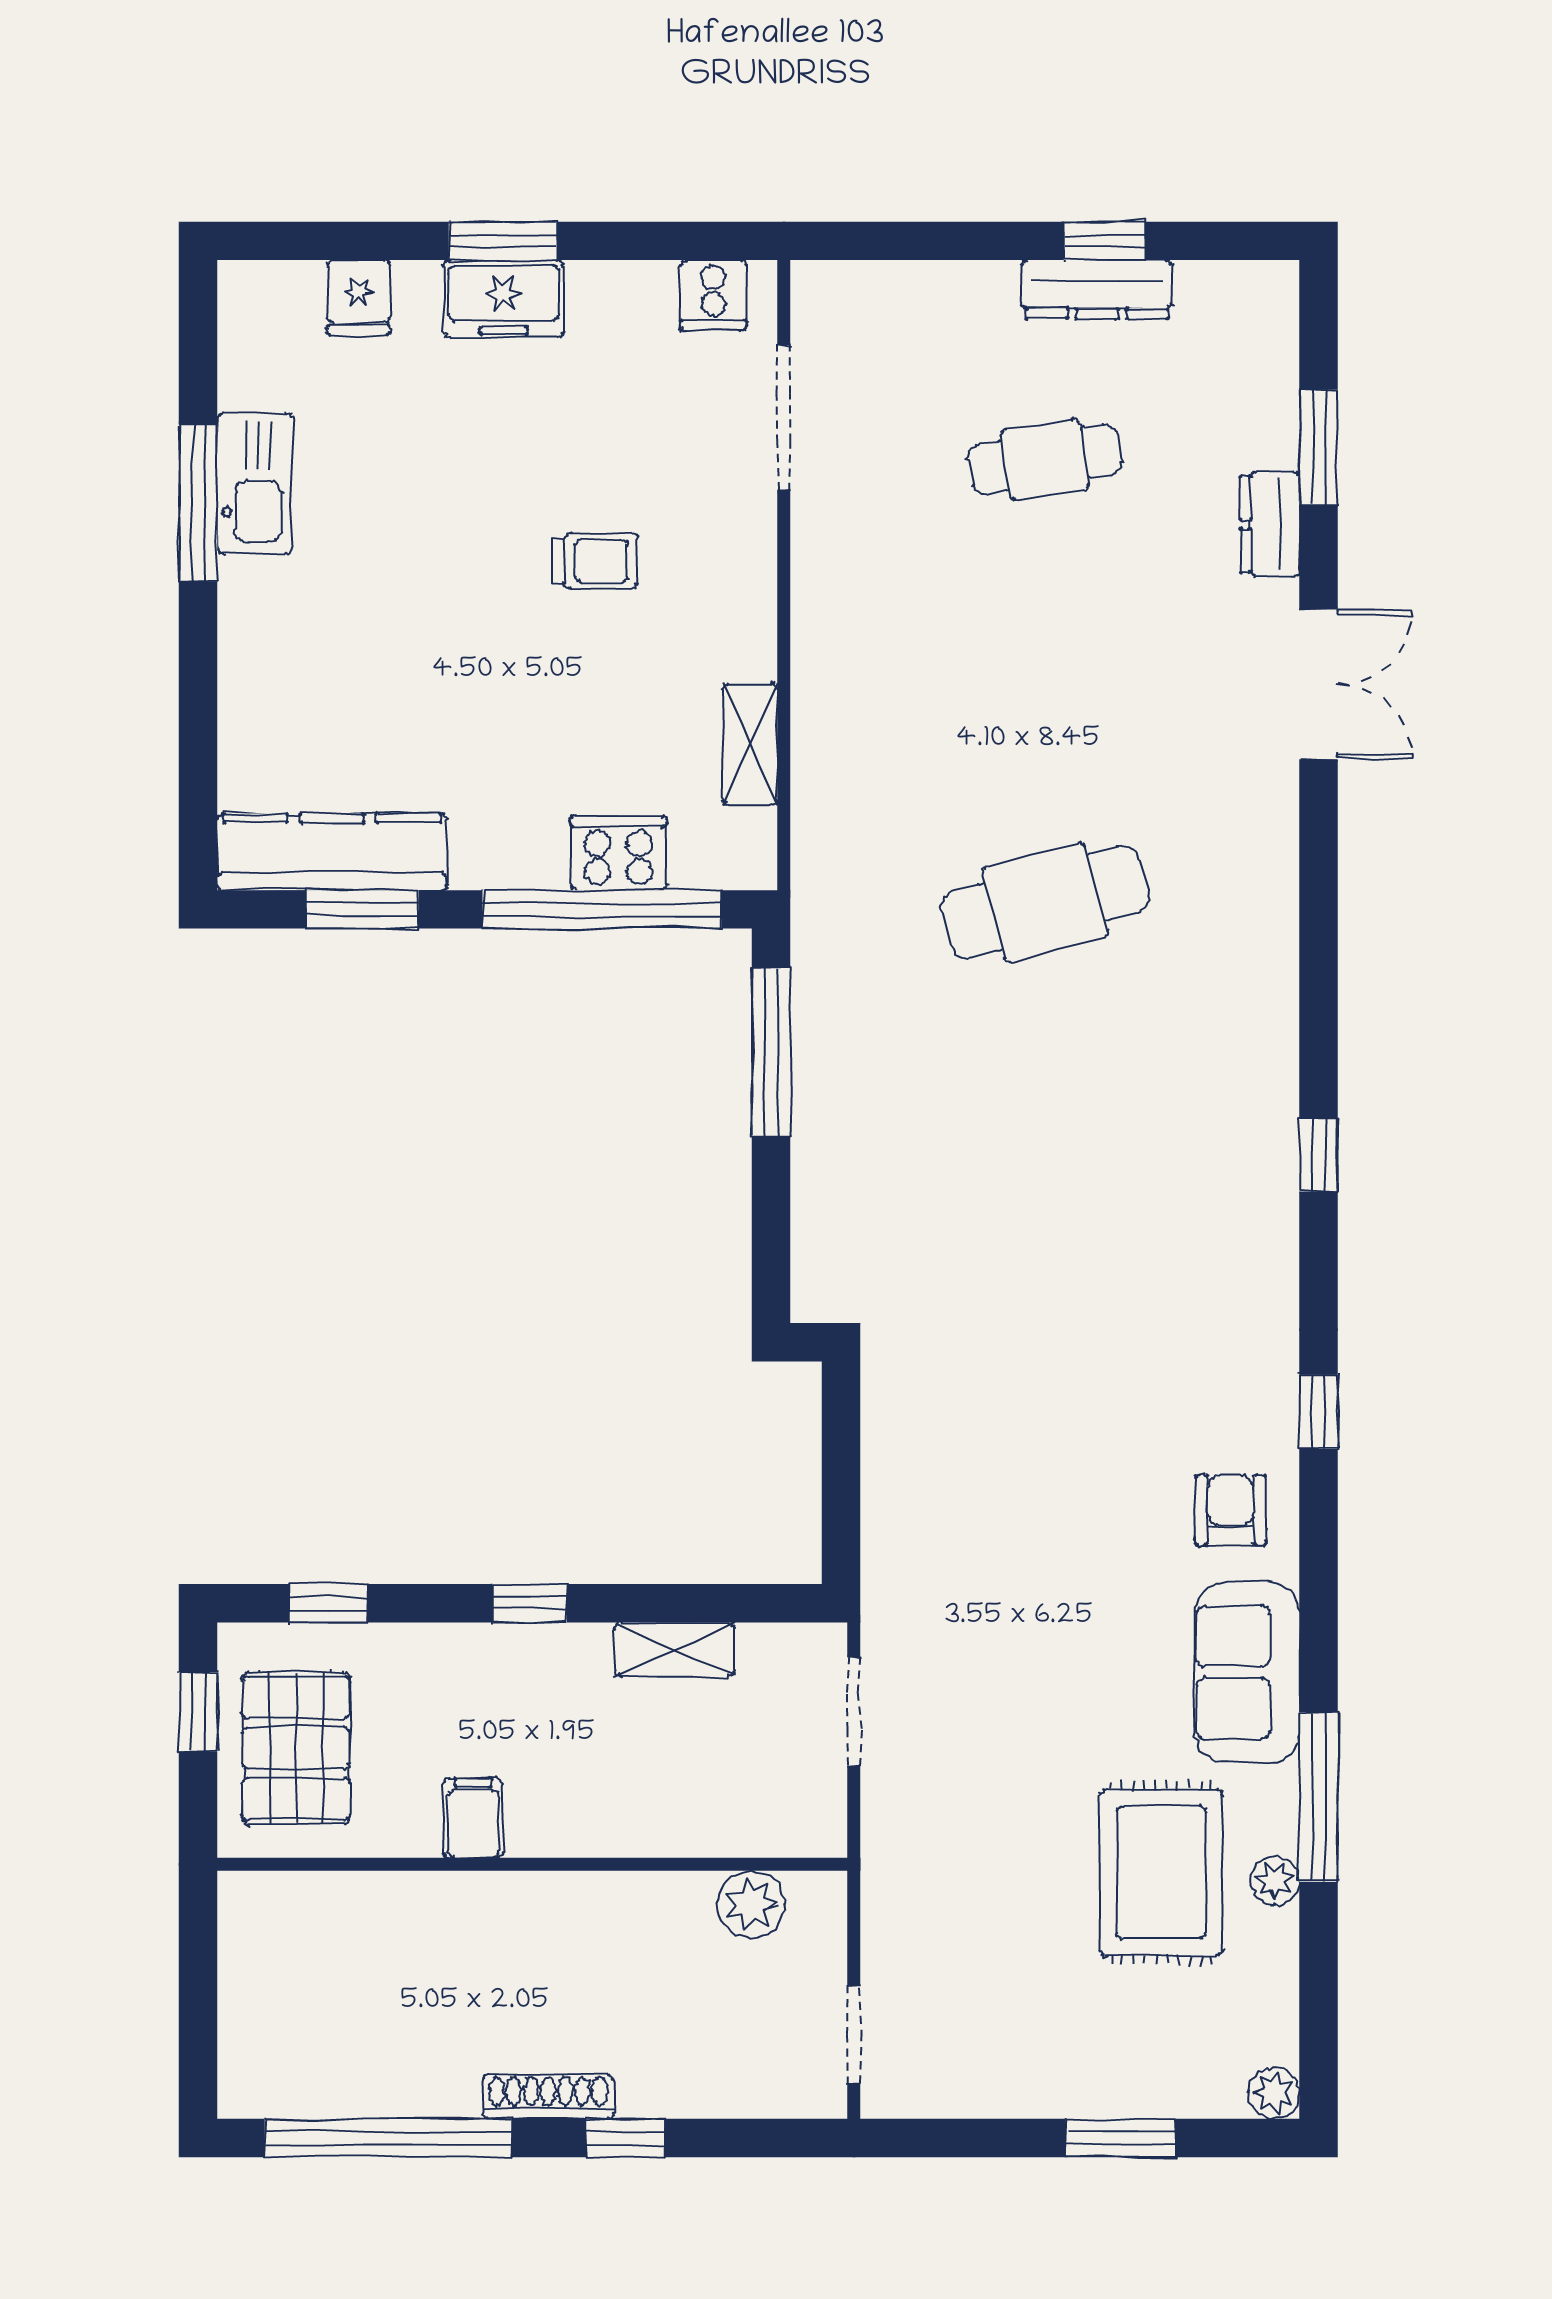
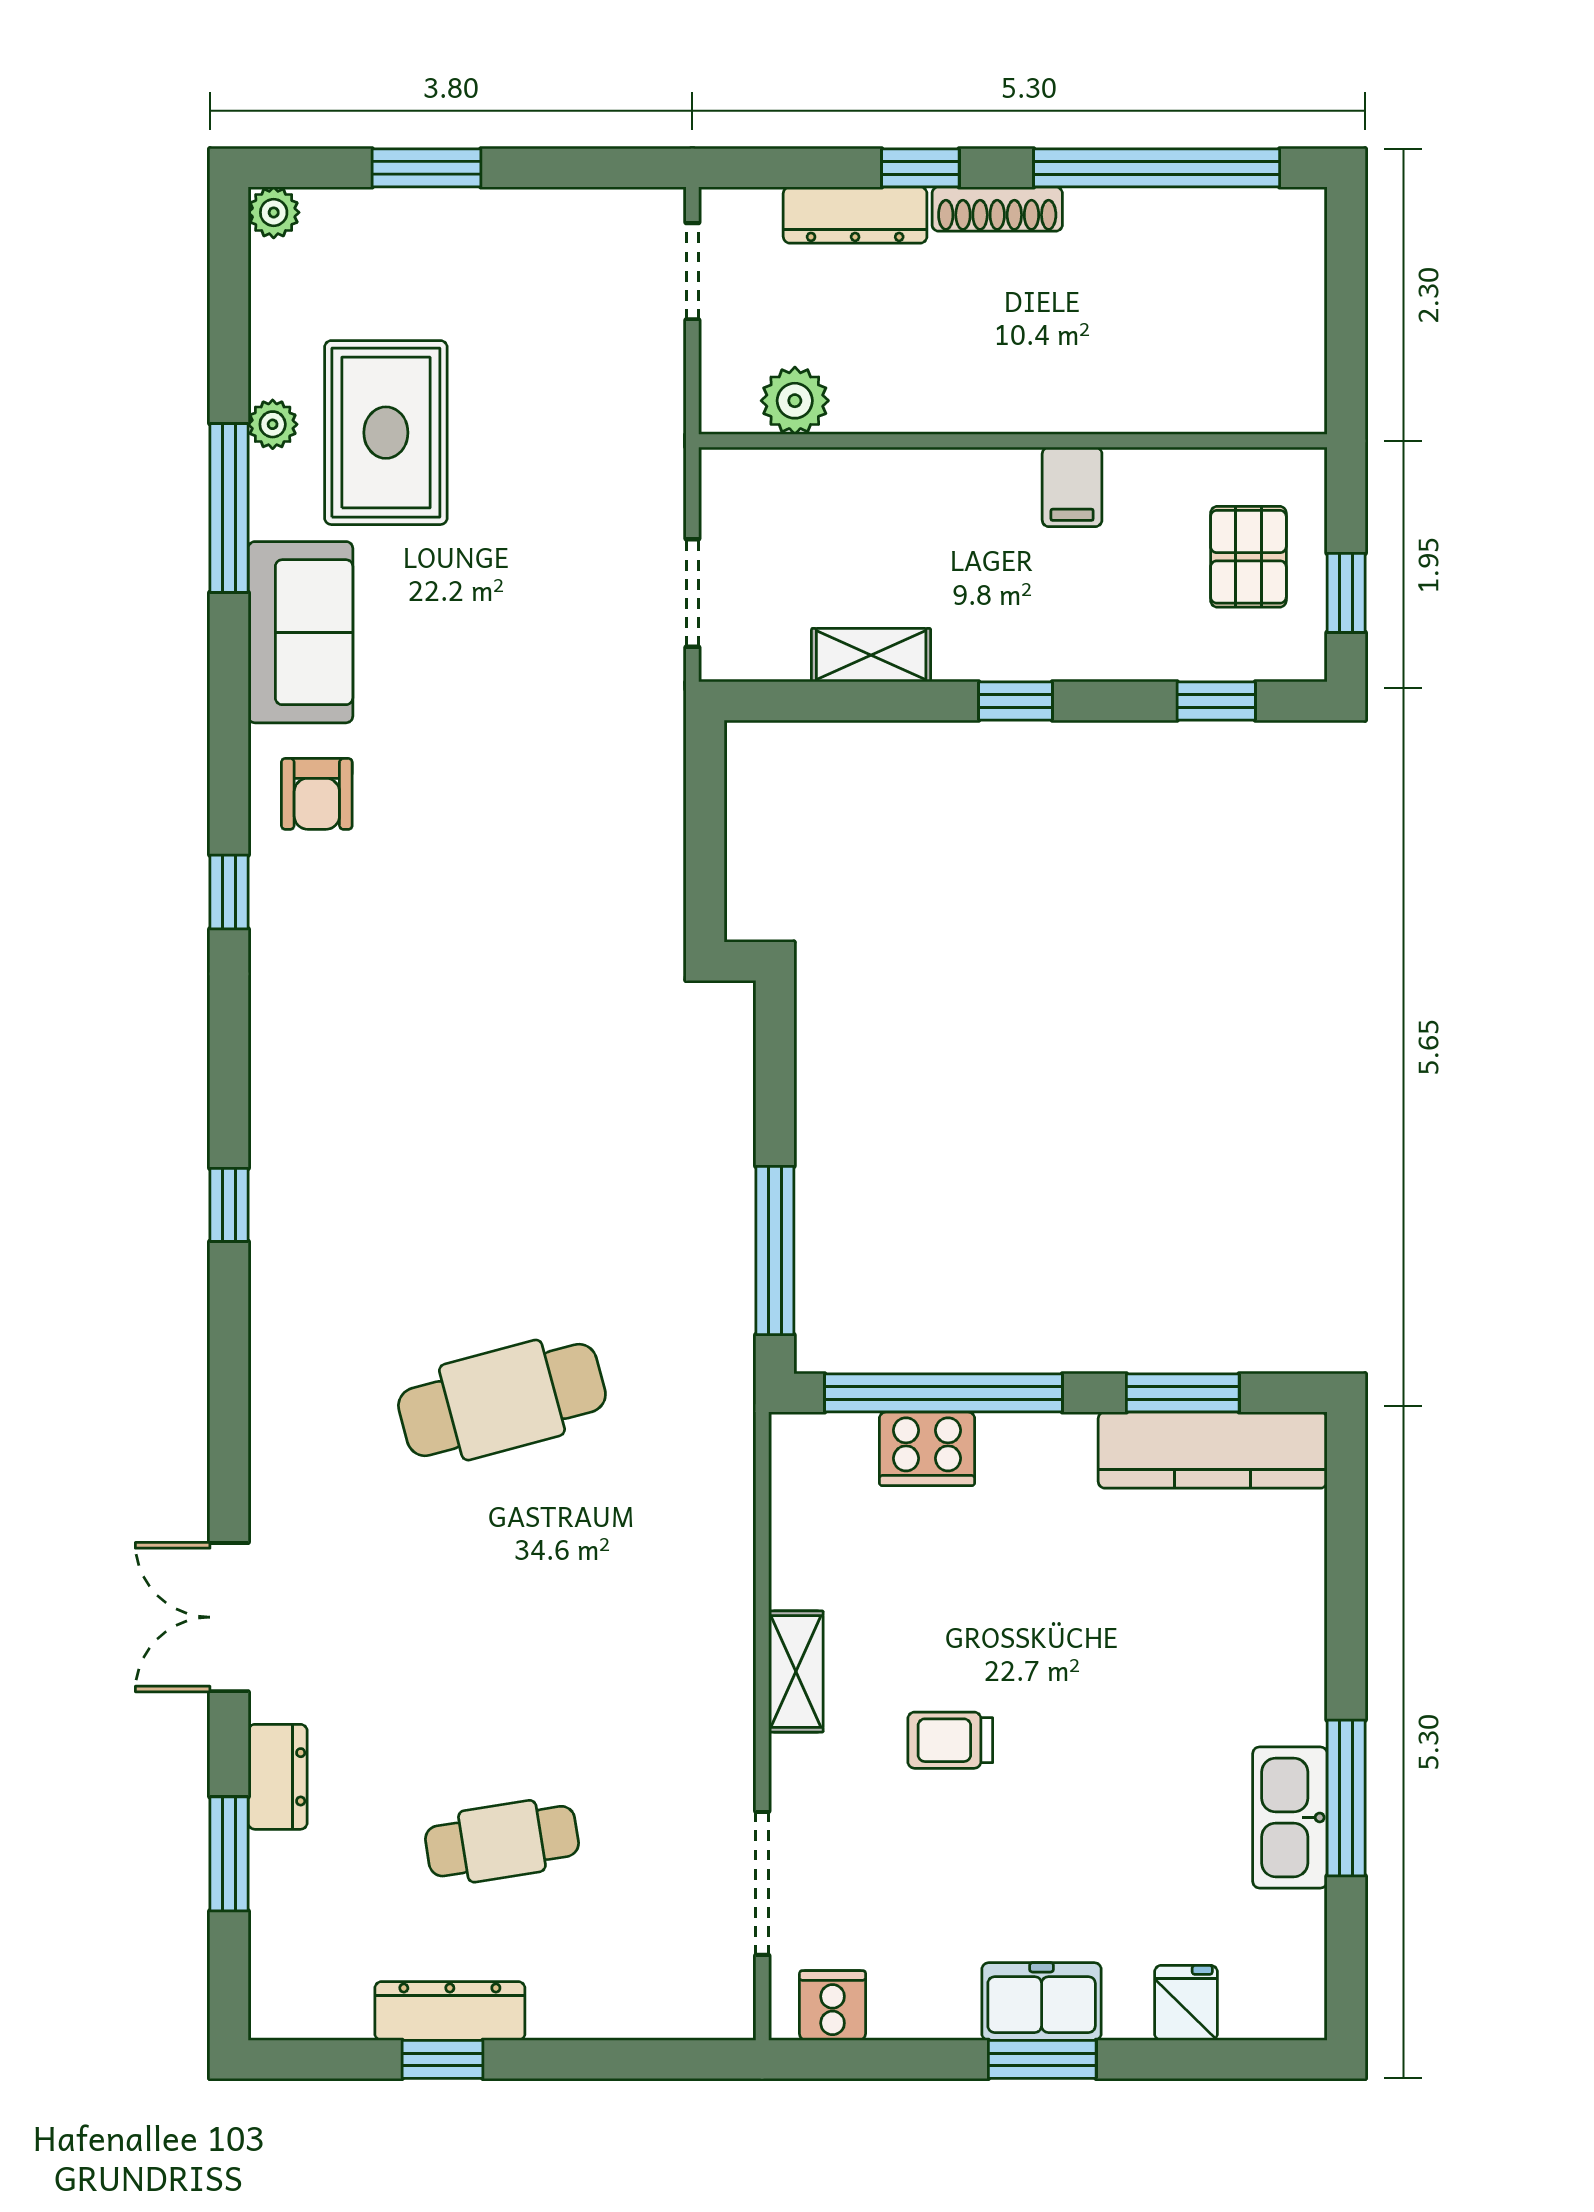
shelving: (750, 744) -> (796, 1671), moved
window: (1319, 1155) -> (229, 1205), moved
pallet: (296, 1748) -> (1248, 557), width x0.67, depth x0.71
dresser: (691, 2091) -> (855, 215), added

